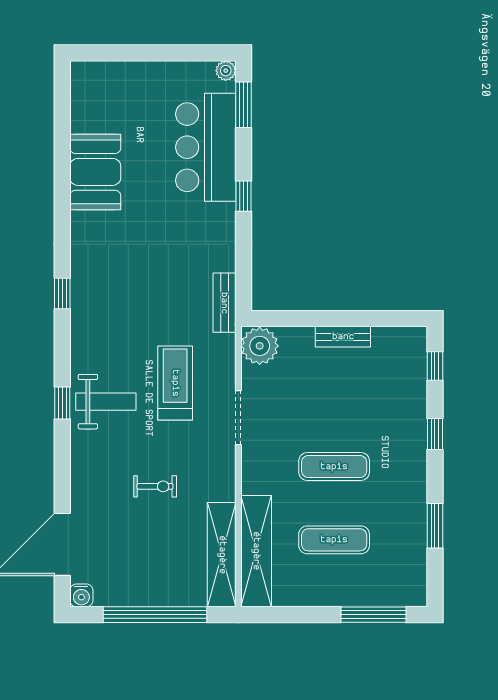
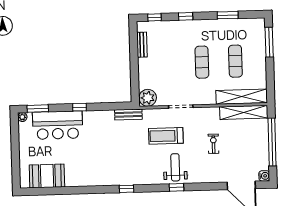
booth: (95, 172) -> (47, 176), moved
bench: (343, 337) -> (142, 45), moved

